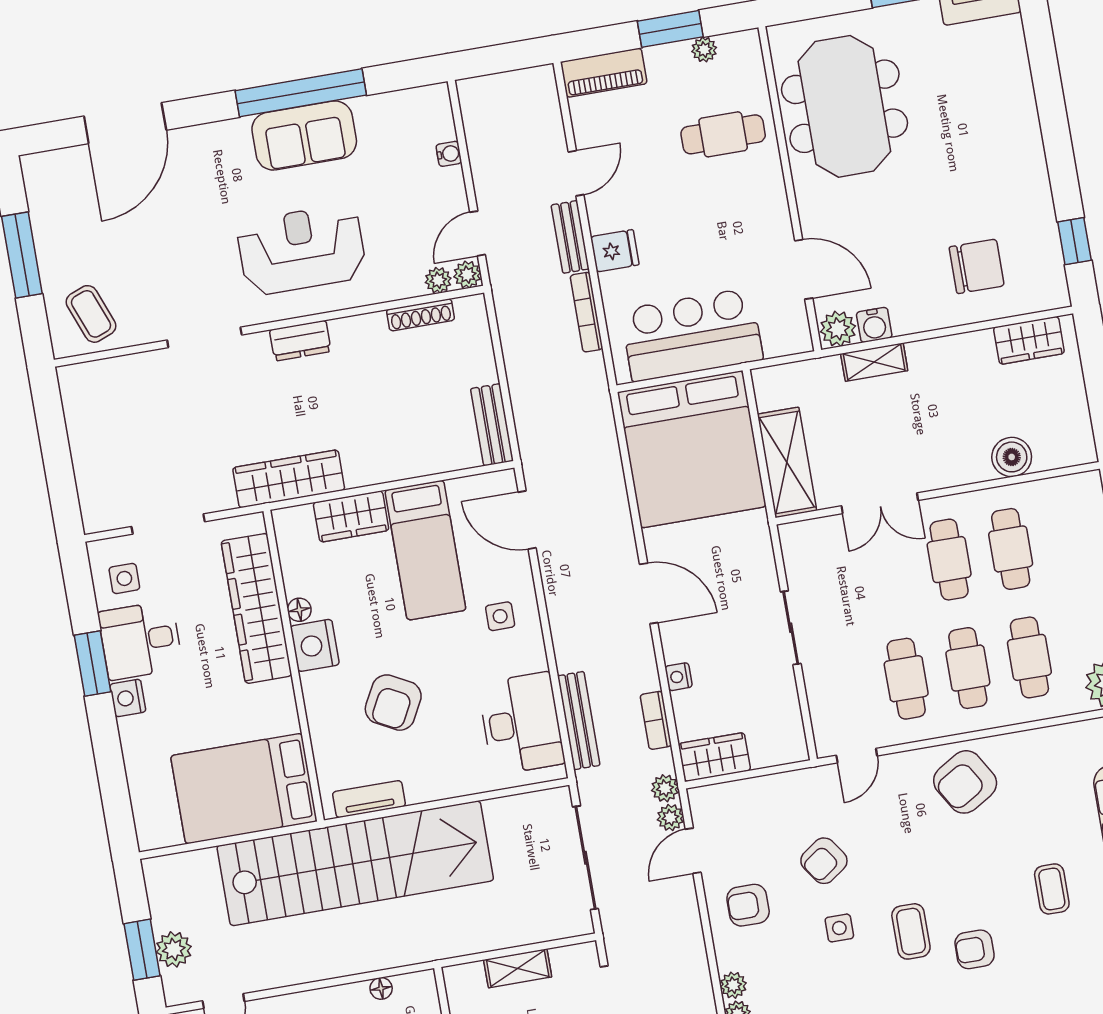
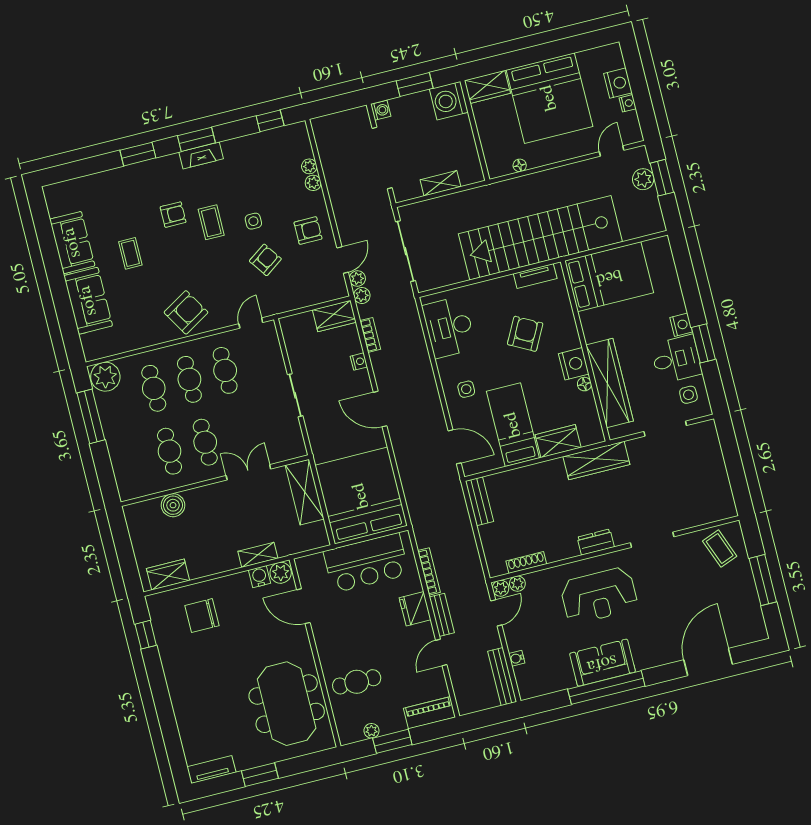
fridge: (615, 251) -> (415, 609), width x1.38
bench: (579, 721) -> (502, 677), moved

